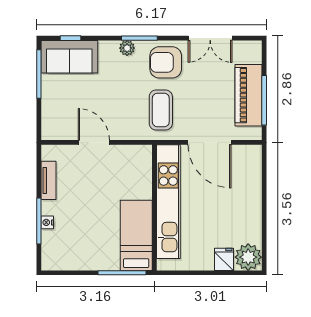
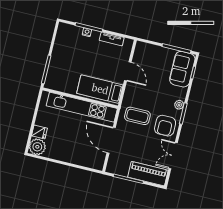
armchair: (166, 62) -> (165, 126), turned 180
piano: (248, 95) -> (148, 174), moved
door: (94, 142) -> (128, 71), hinge flipped
door: (209, 142) -> (111, 140), hinge flipped
bed: (136, 235) -> (100, 89), moved, turned 180

